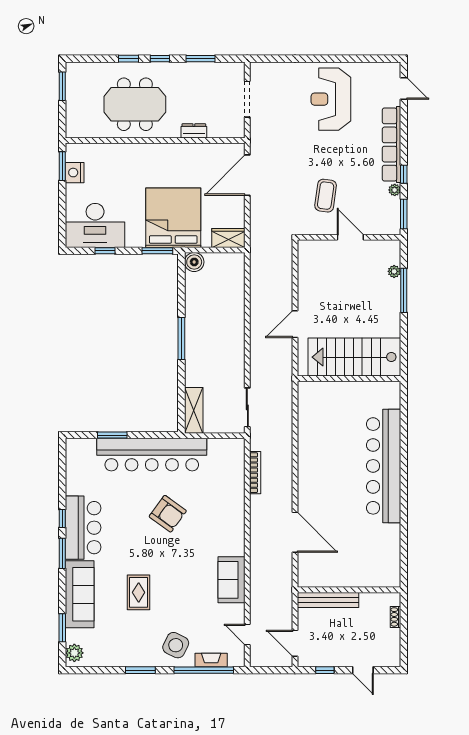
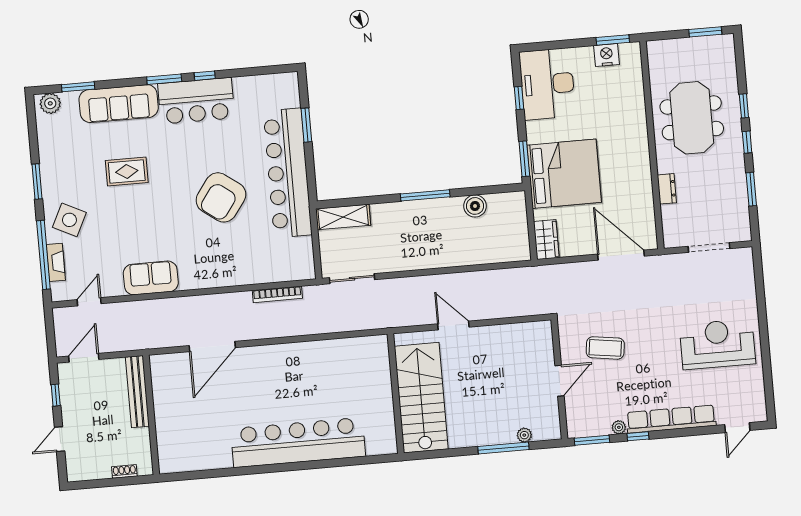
boiler: (194, 262) -> (475, 206), moved
armchair: (168, 514) -> (221, 197), width x1.36, depth x1.36

